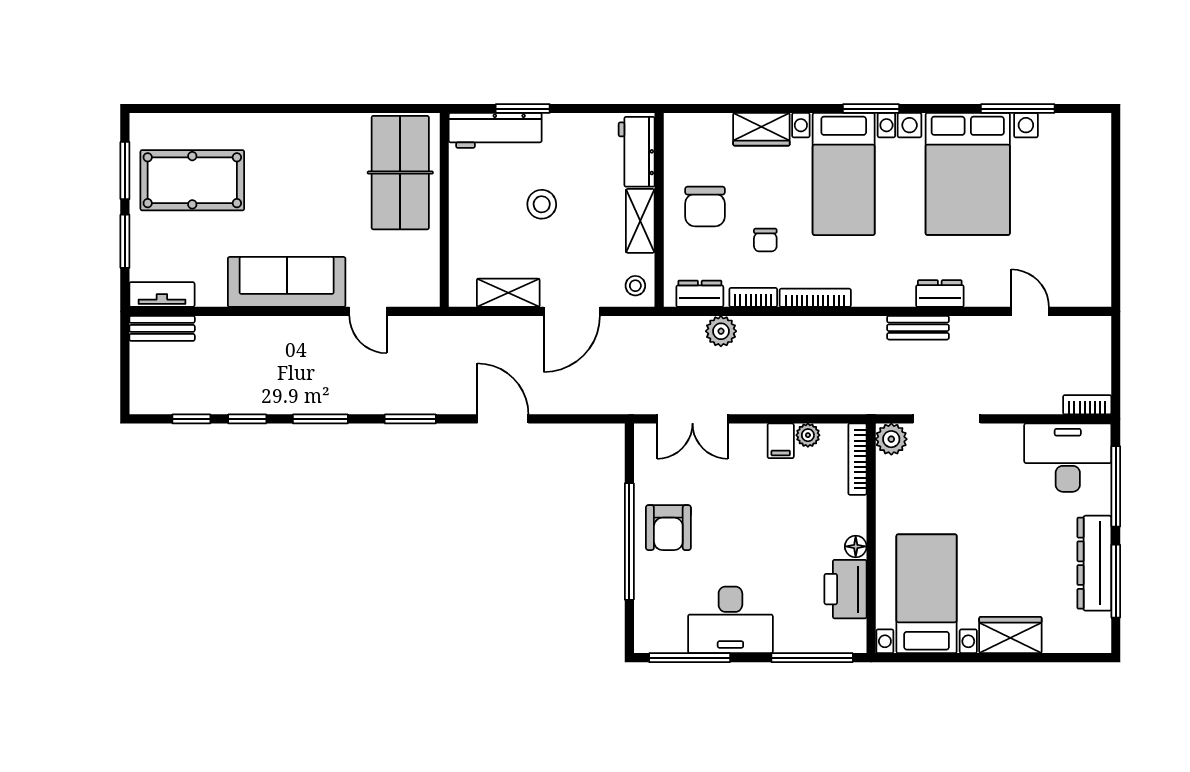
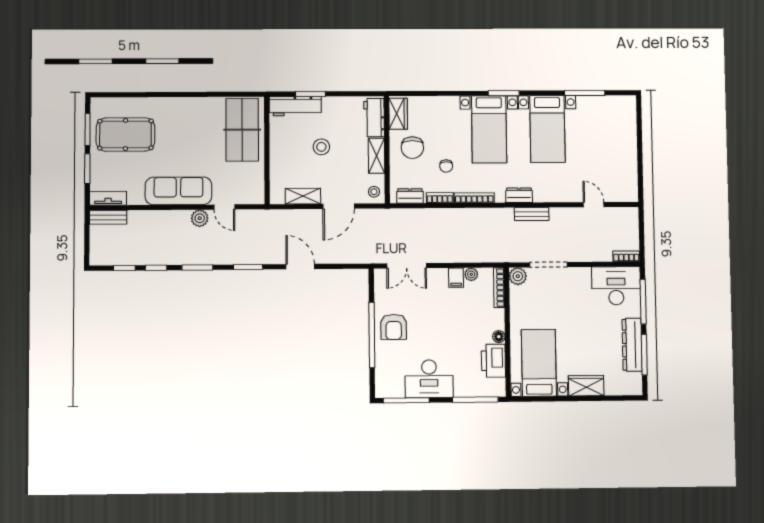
wardrobe: (761, 129) -> (398, 114), moved, turned -90
bed with nightstands: (968, 174) -> (547, 129), width x0.73
dresser: (940, 294) -> (519, 195), moved
plant: (721, 331) -> (200, 218), moved

